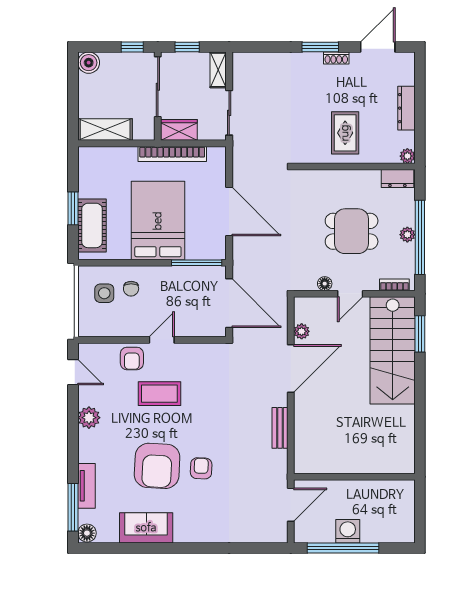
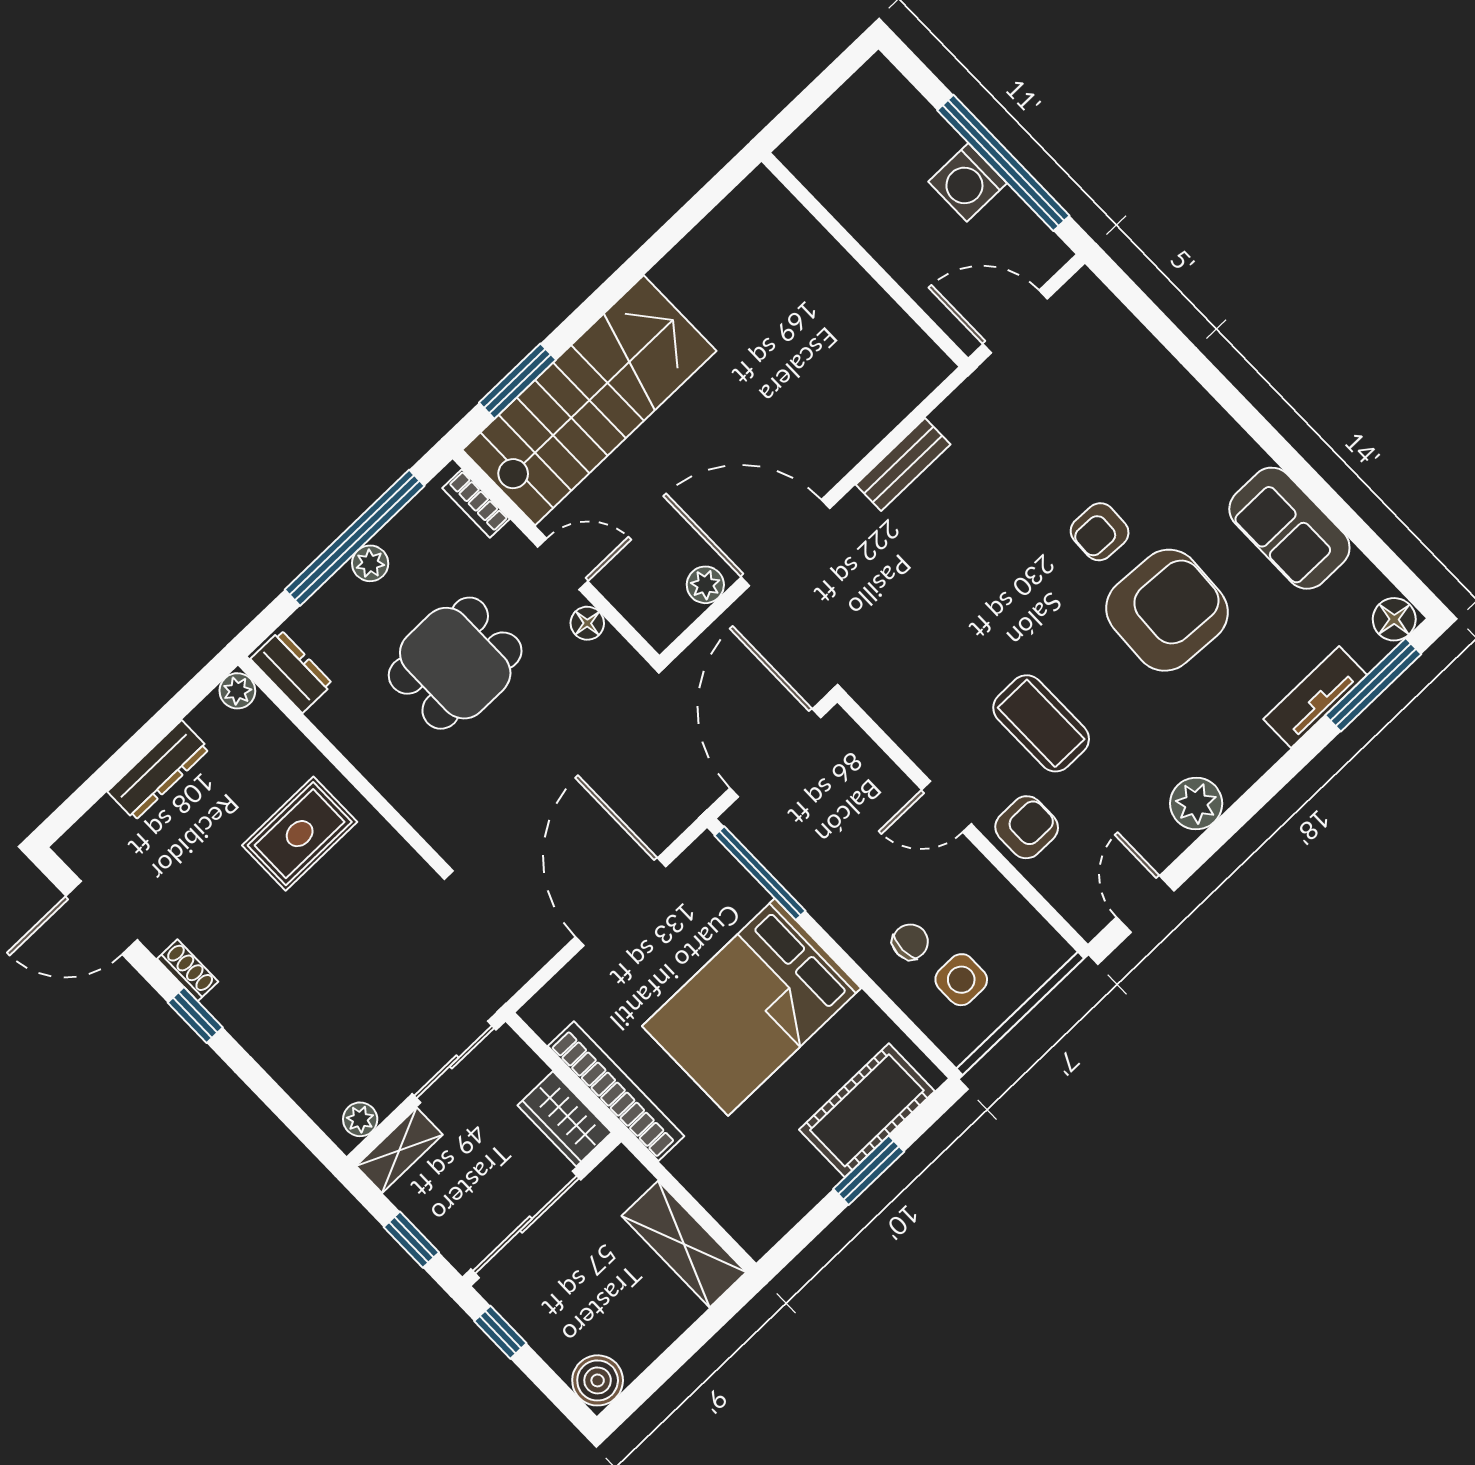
window: (320, 47) -> (195, 1015), width x0.67
plant: (239, 67) -> (360, 1119), added
dining table: (352, 231) -> (455, 663), turned 90

